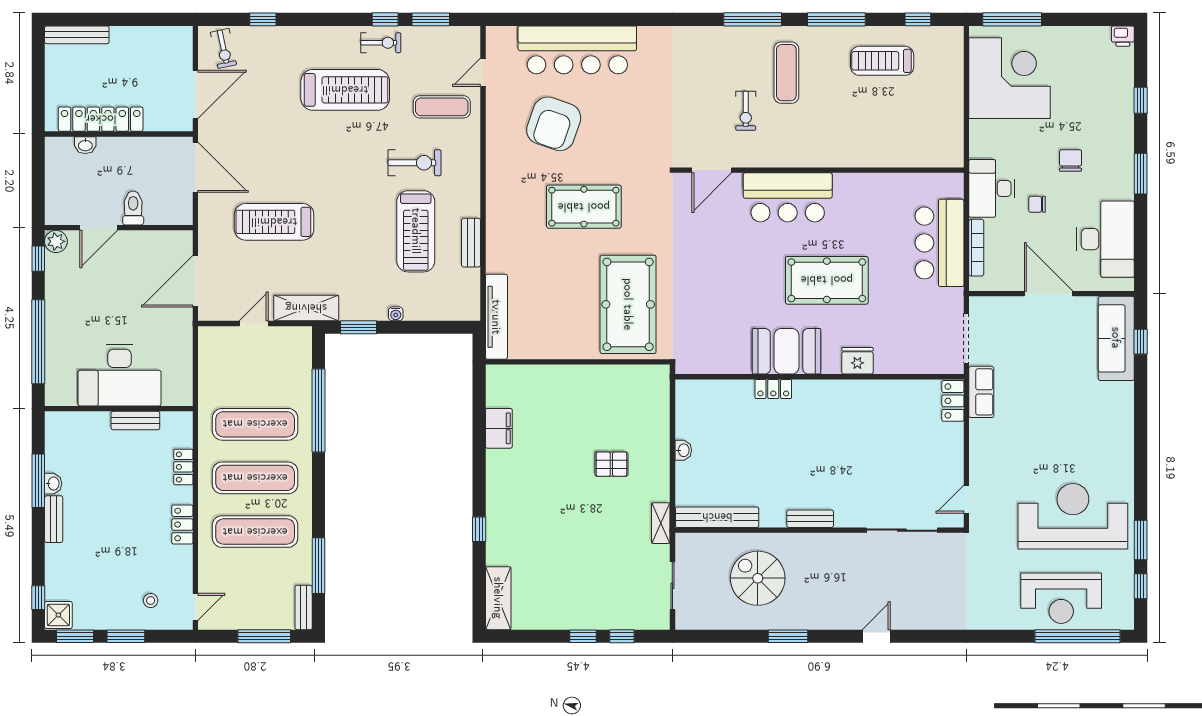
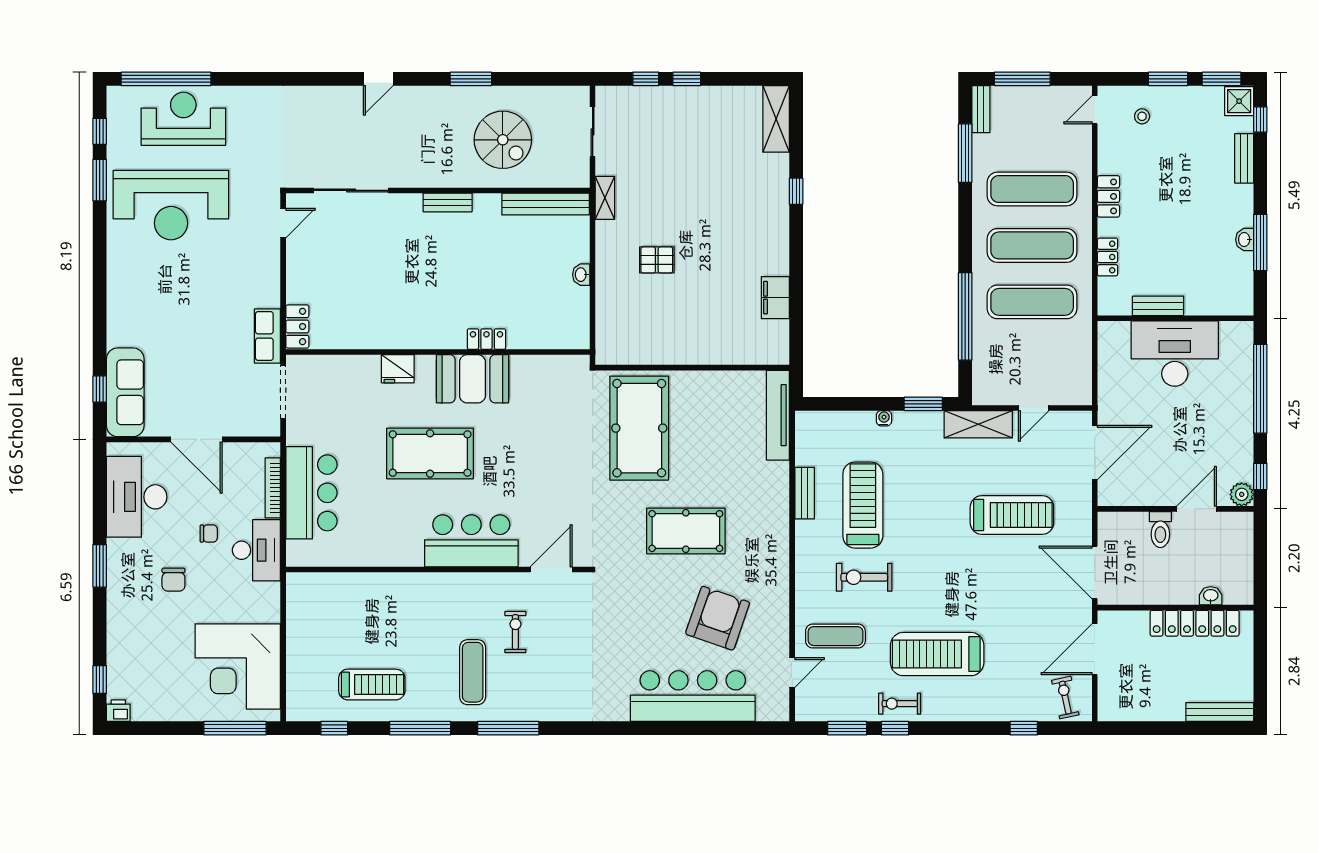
window: (1141, 100) -> (100, 679), moved
bench: (54, 519) -> (1244, 158), moved

